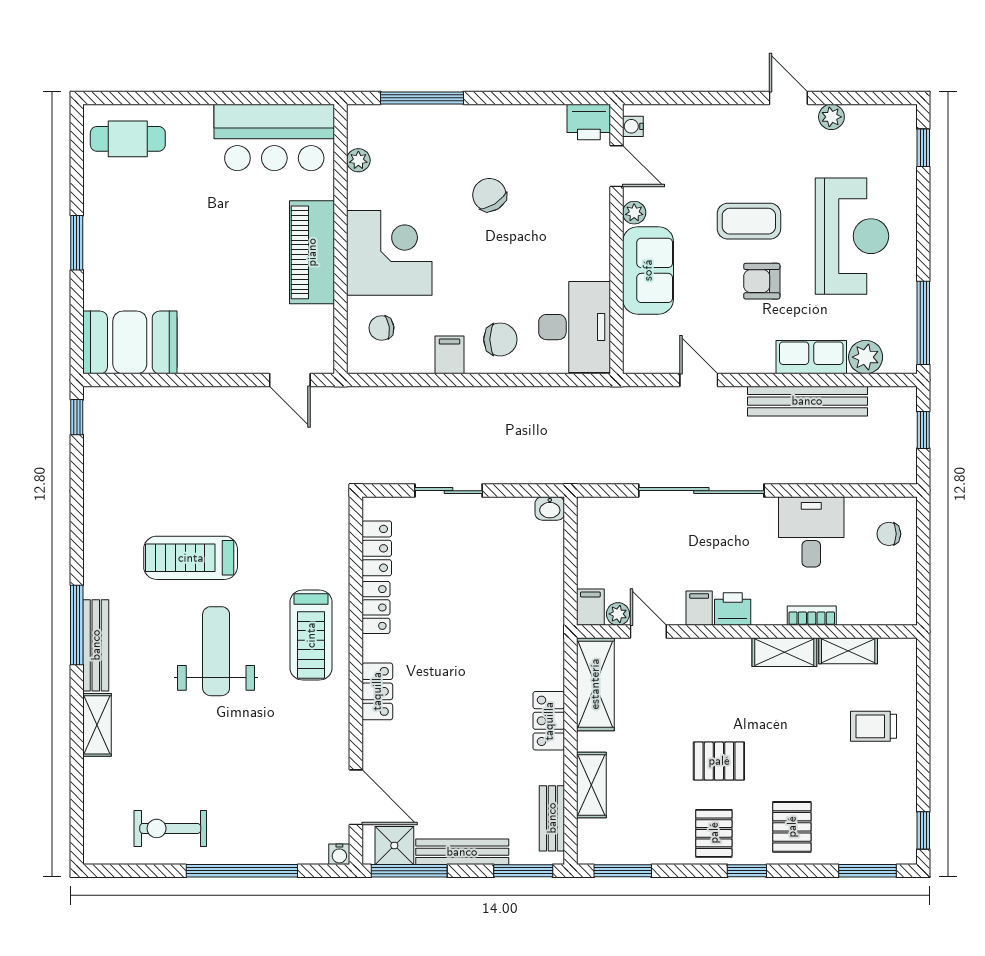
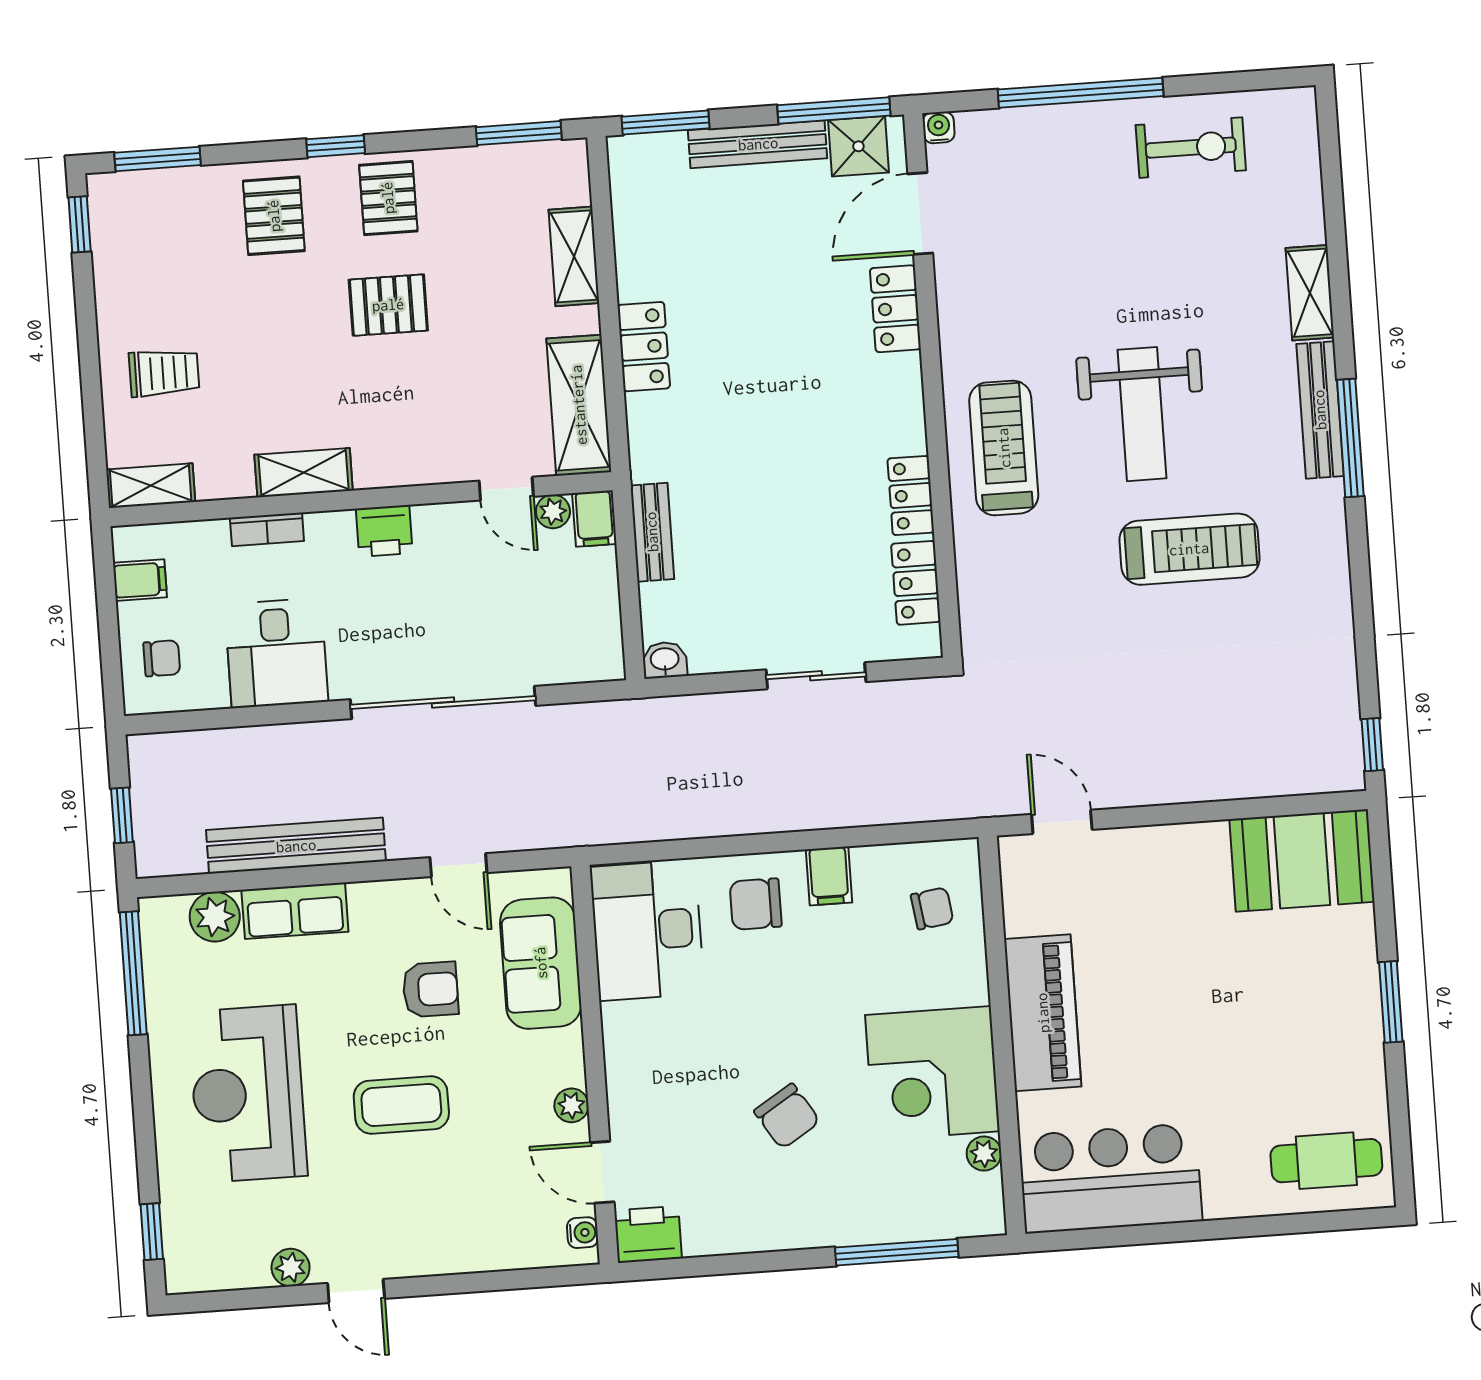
corner desk: (389, 253) -> (932, 1073), moved
sofa: (648, 270) -> (541, 963), moved
armchair: (762, 281) -> (430, 989), moved
filing cabinet: (699, 608) -> (140, 580), moved, turned -90
shelving: (848, 651) -> (151, 486), moved
locker: (377, 691) -> (895, 309), moved
door: (356, 797) -> (920, 213), hinge flipped
bench: (552, 818) -> (652, 532), moved

